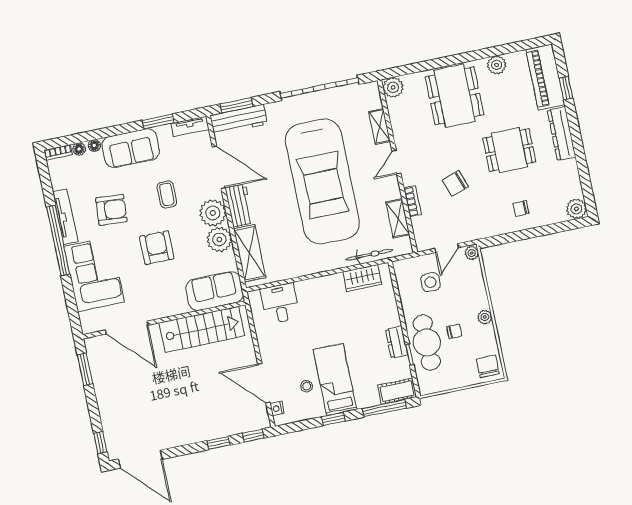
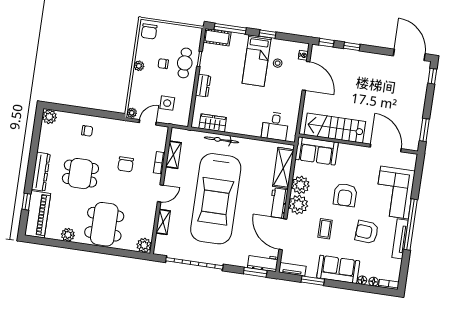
workbench: (239, 120) -> (263, 263), width x0.73
car: (322, 182) -> (216, 199), turned 180
chair: (455, 183) -> (126, 164), turned 109
bicycle: (369, 255) -> (222, 140), moved
dresser: (397, 342) -> (203, 86), moved
cafe table: (427, 342) -> (185, 63), width x0.73, depth x0.74

